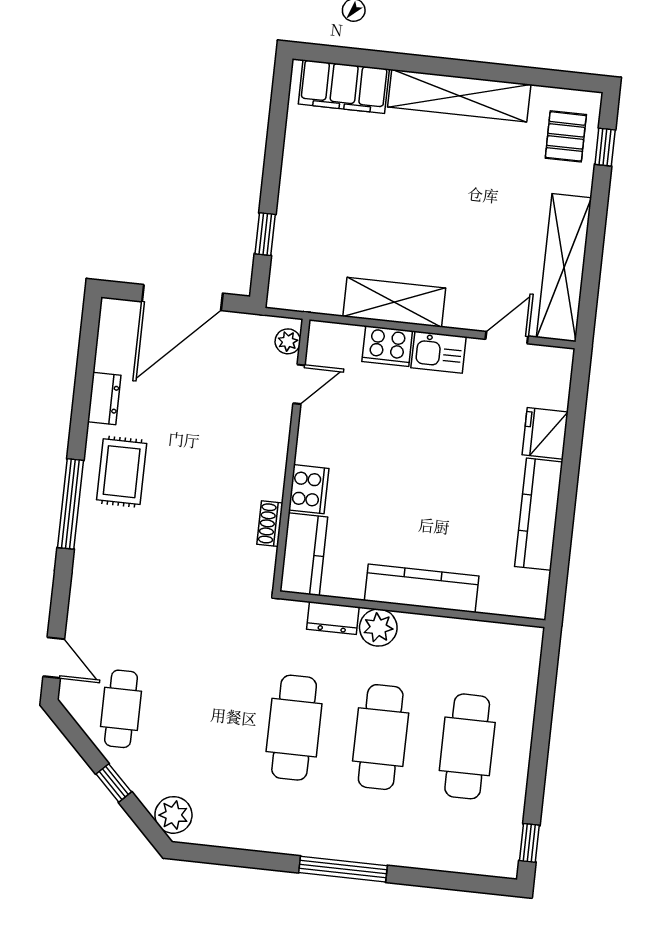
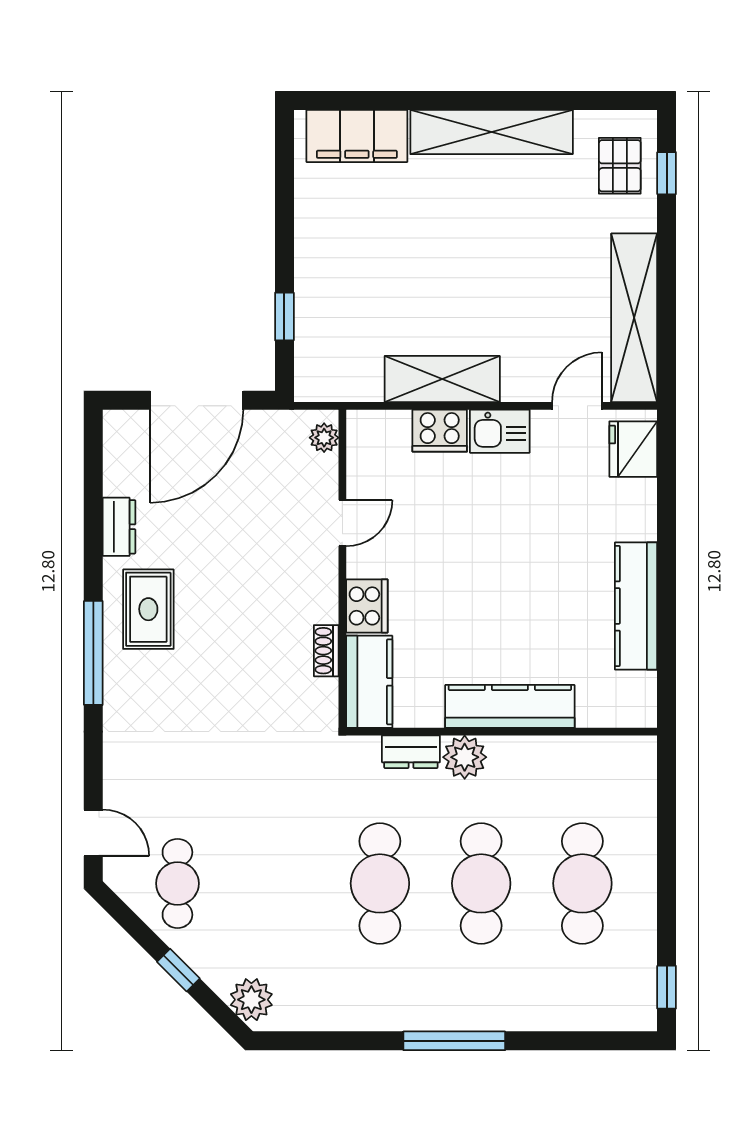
door: (299, 384) -> (342, 523), moved
fridge: (545, 433) -> (633, 449), moved

